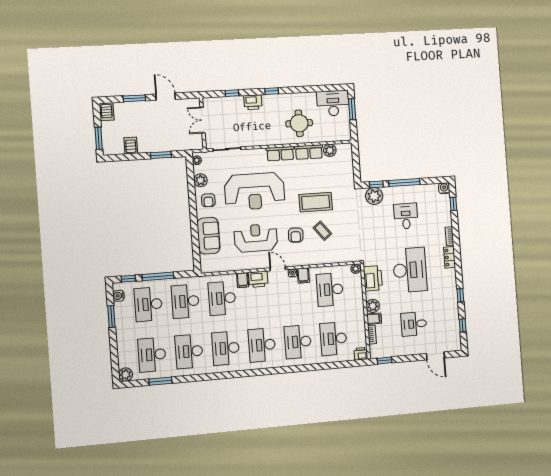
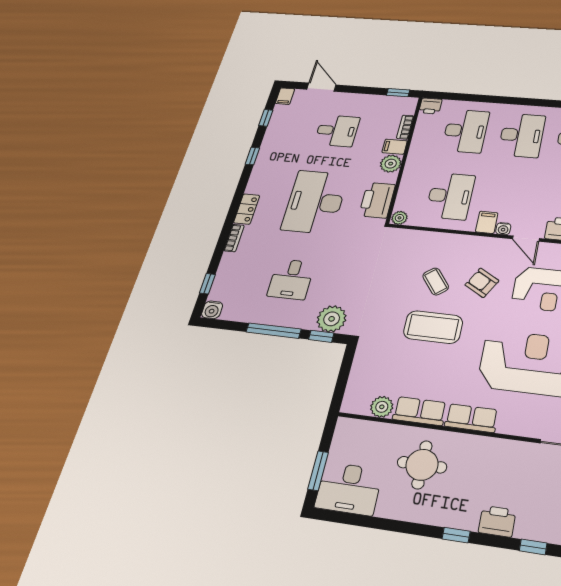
armchair: (296, 235) -> (482, 283), turned -63
filing cabinet: (456, 344) -> (285, 96), added

